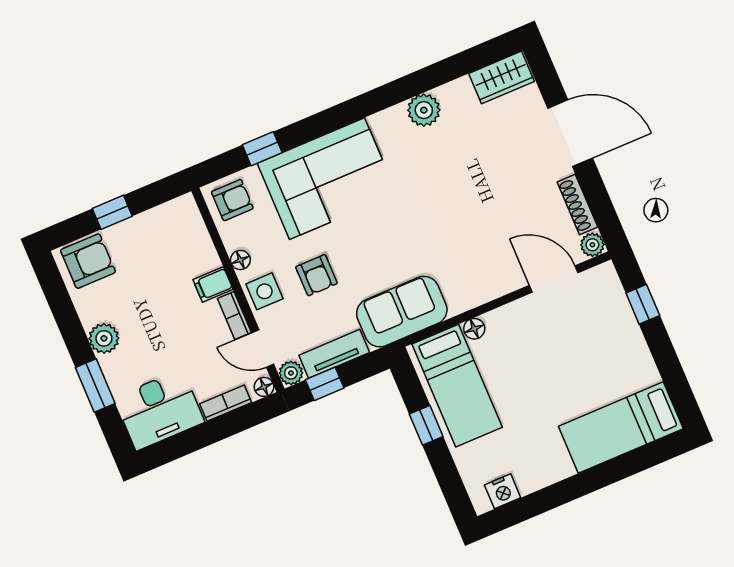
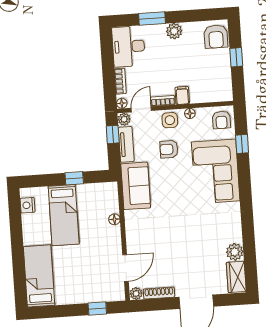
plant: (424, 110) -> (235, 252), moved
bed: (457, 386) -> (64, 215), moved, turned -90

